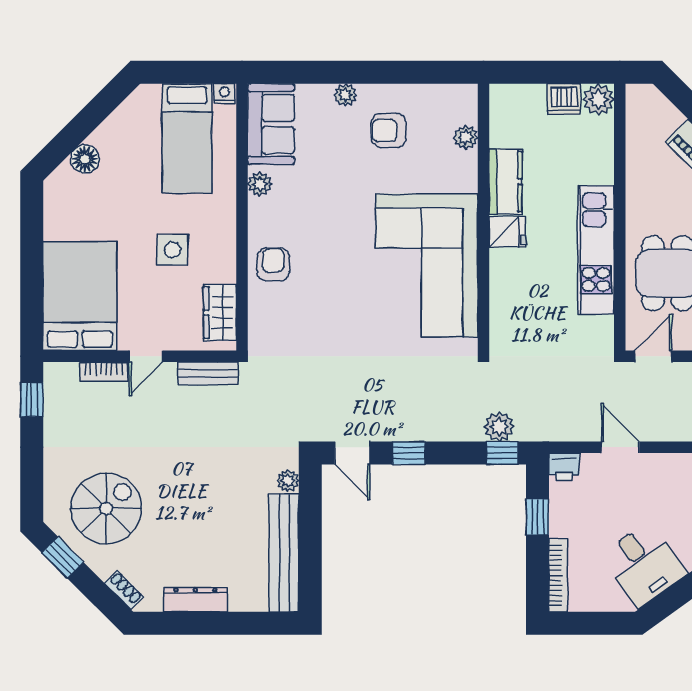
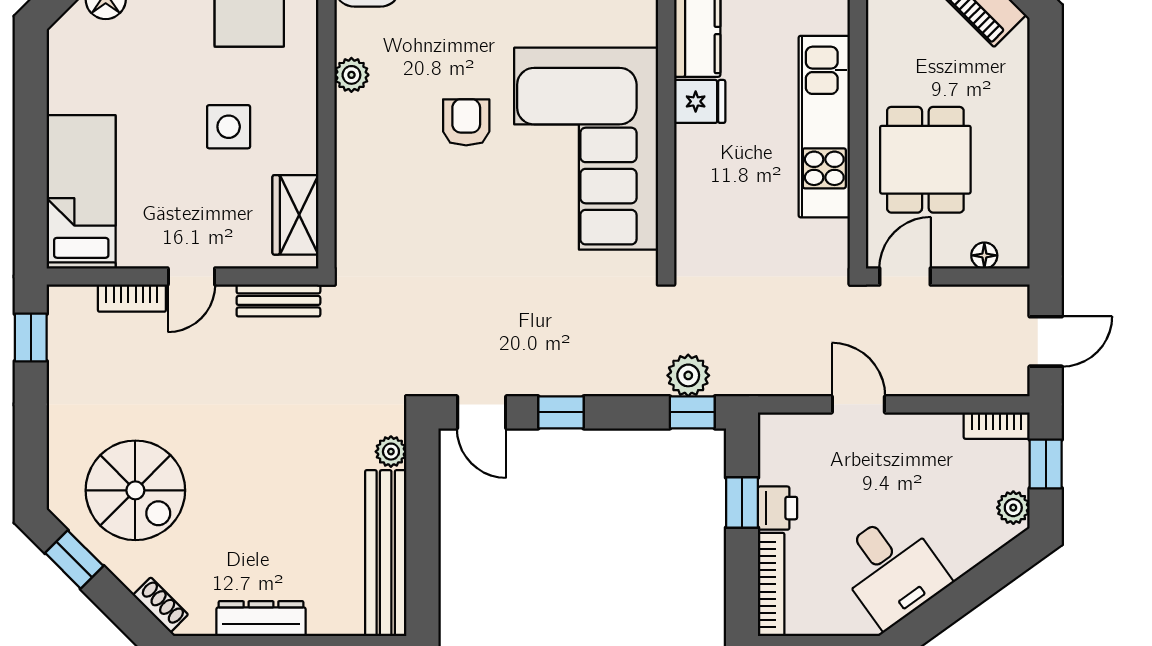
plant: (260, 184) -> (351, 75), moved
armchair: (273, 264) -> (466, 122), moved
bed: (80, 296) -> (81, 192), width x0.67
printer: (564, 467) -> (778, 508), moved, turned -90
spiral stairs: (106, 508) -> (135, 490), turned 90

